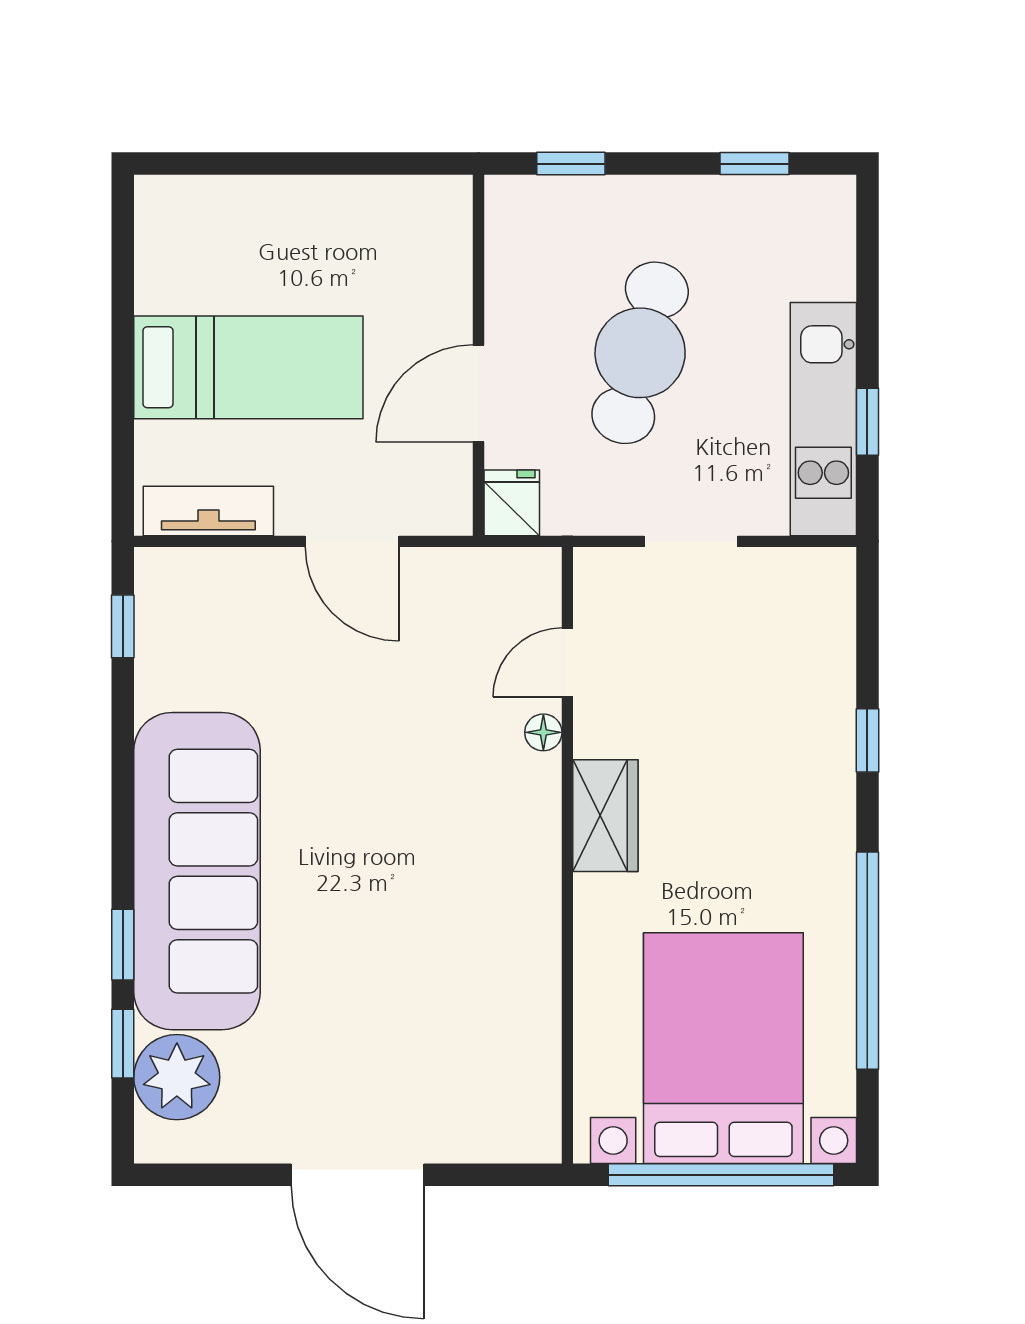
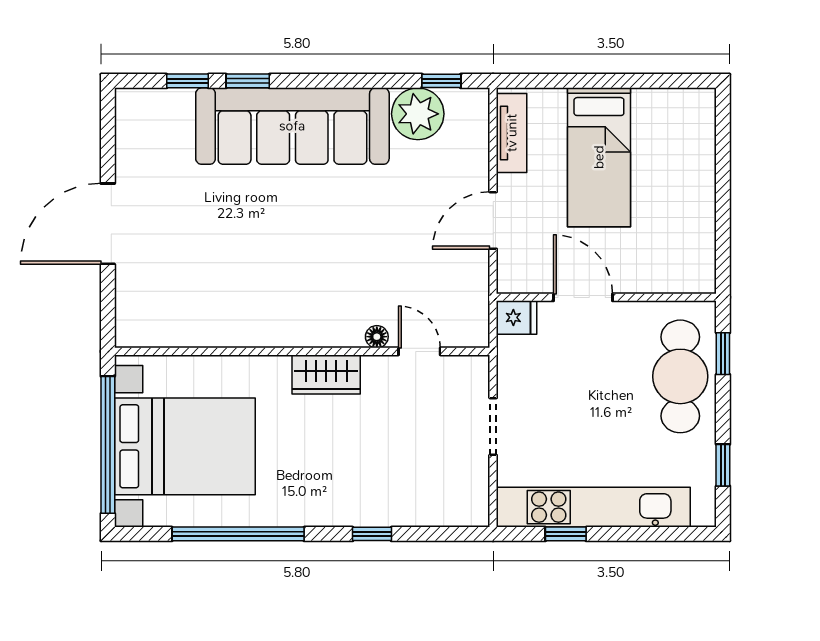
cafe table: (640, 353) -> (680, 376), moved, turned 75
kitchen unit: (823, 419) -> (593, 507), width x1.36
plant: (177, 1077) -> (418, 114), moved

